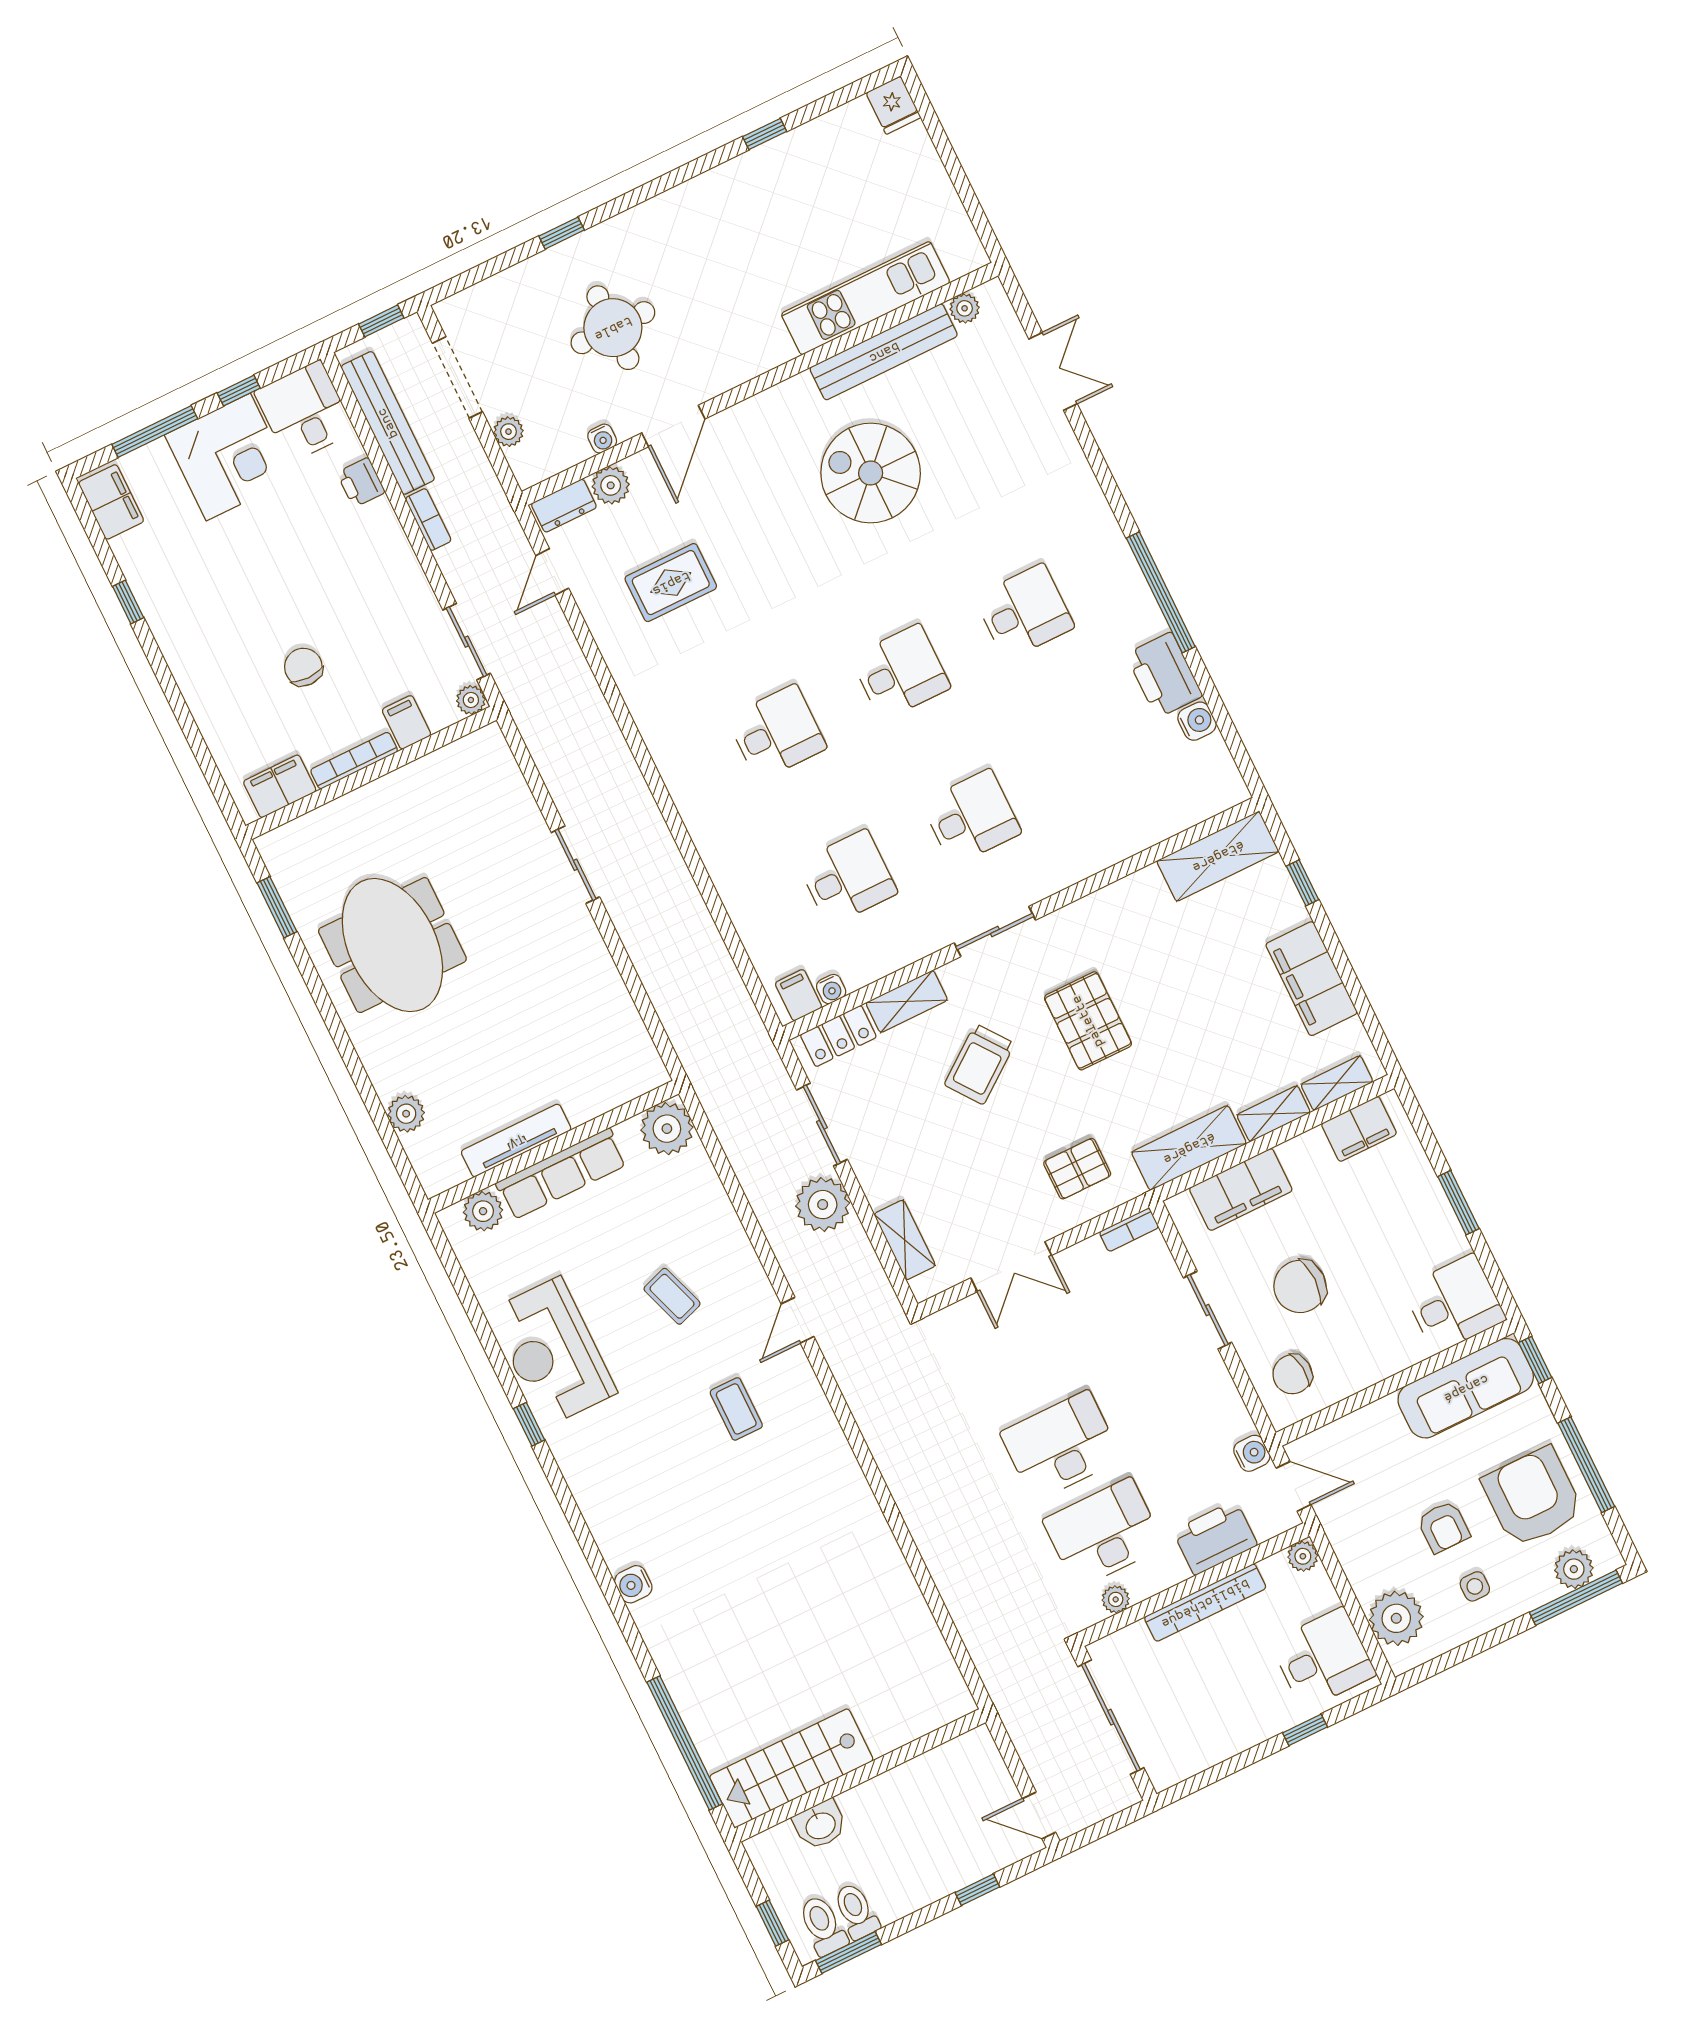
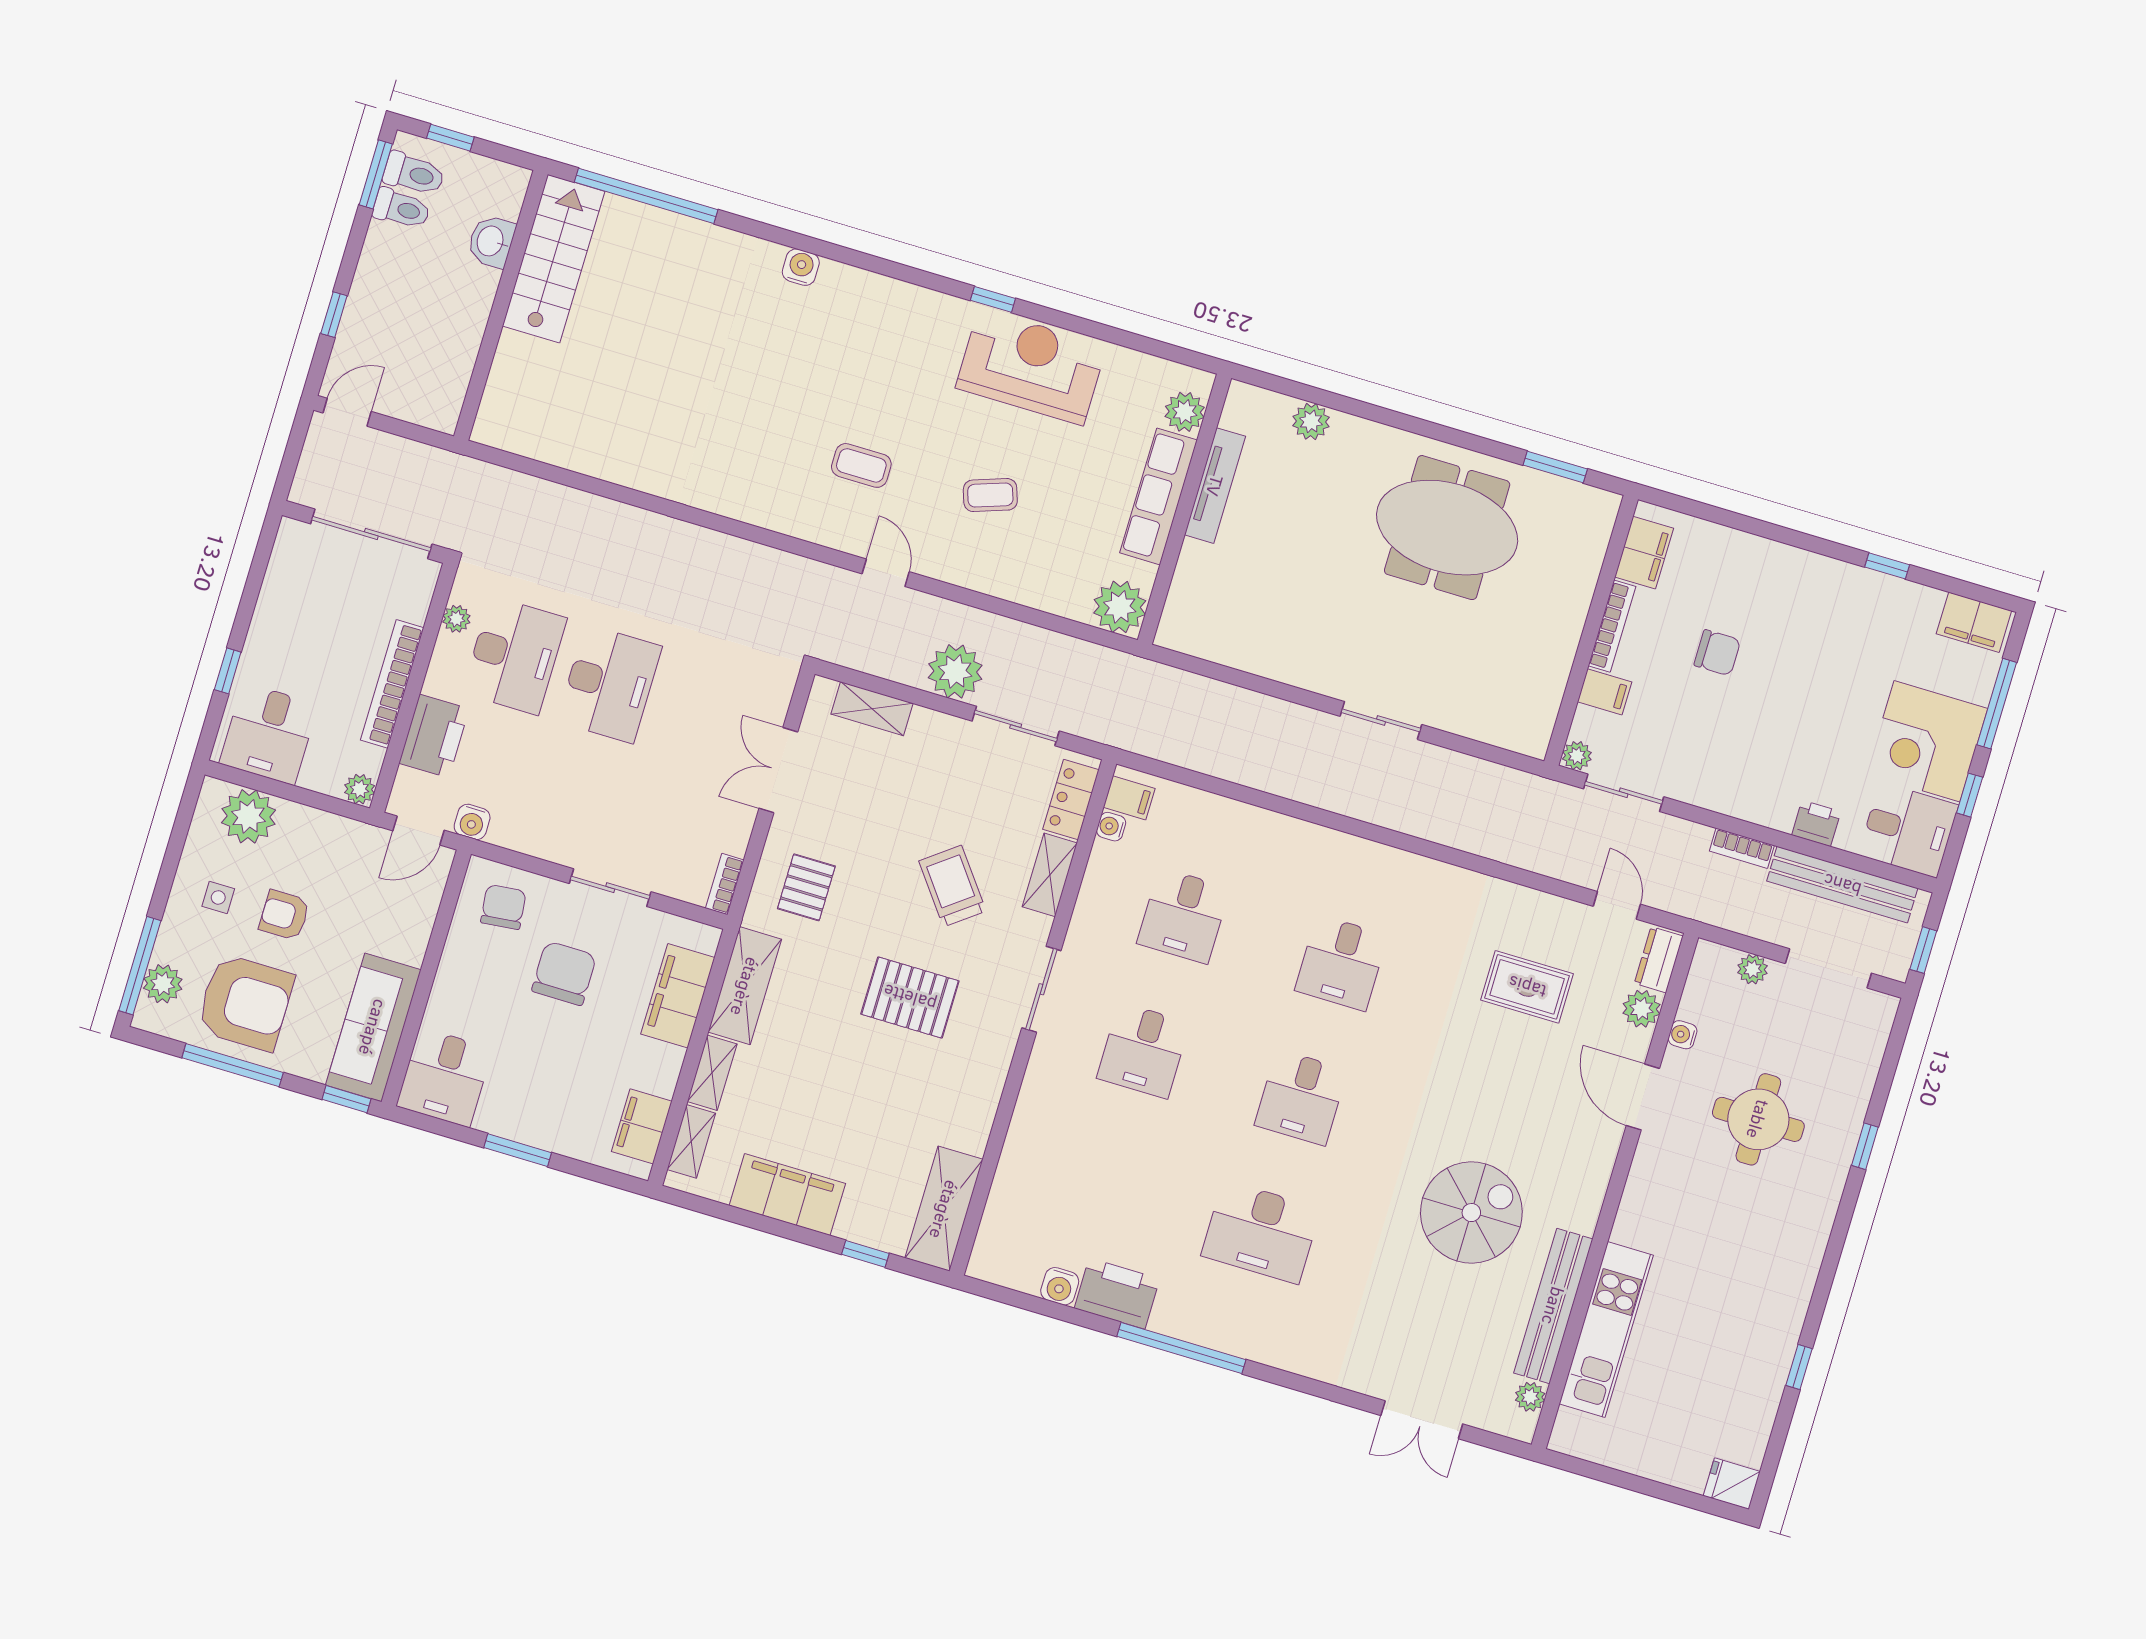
rug: (671, 583) -> (1527, 987), turned 90
desk: (1024, 612) -> (1261, 1232), width x1.37

